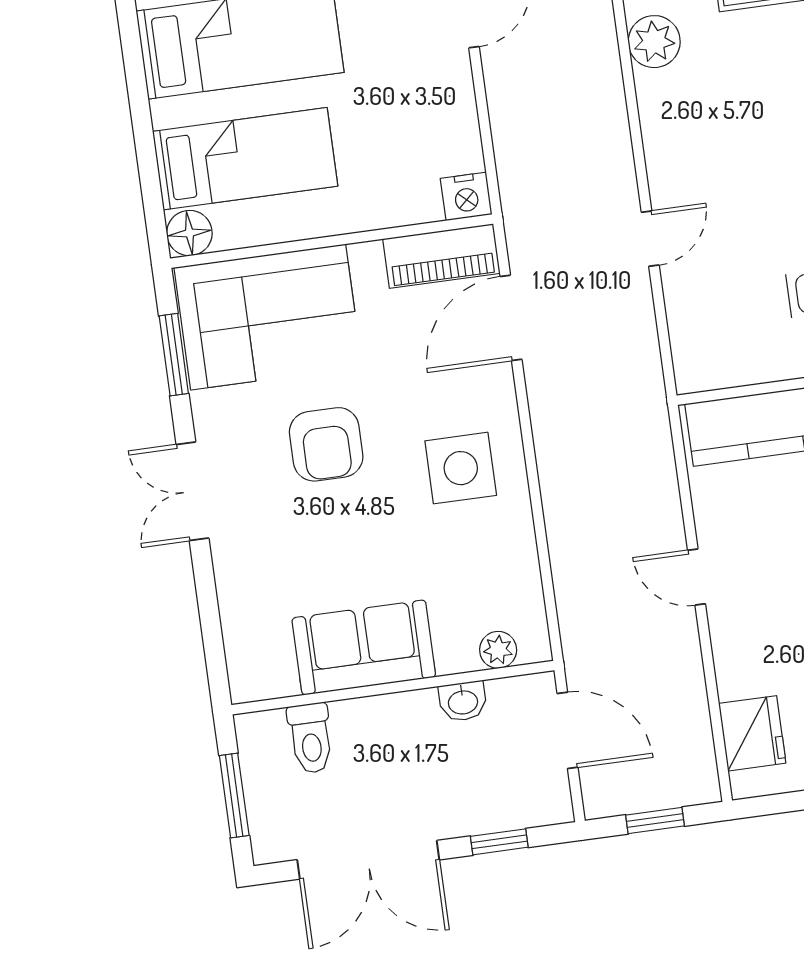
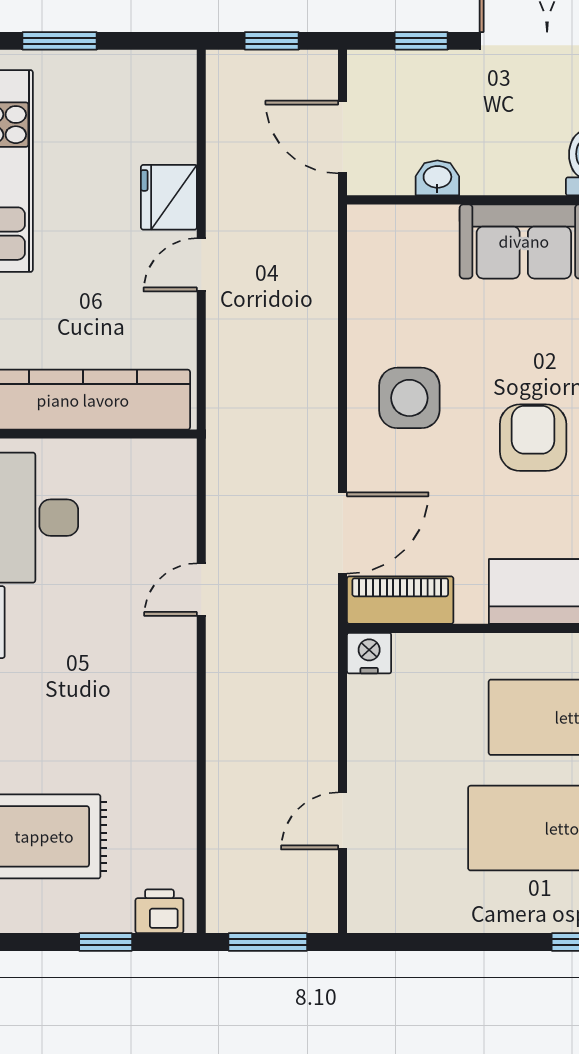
plant: (654, 42) -> (172, 775), removed
door: (697, 577) -> (201, 265), swing flipped
plant: (498, 650) -> (398, 222), removed
fridge: (752, 733) -> (169, 197), moved

